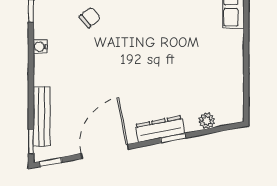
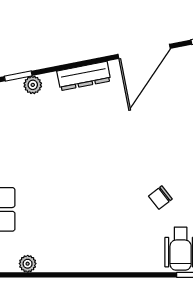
window: (173, 138) -> (18, 76), moved

